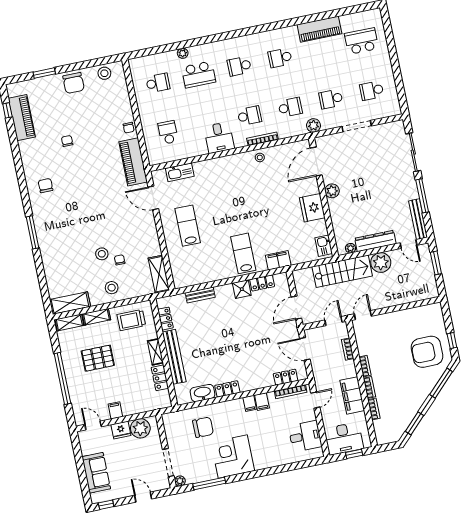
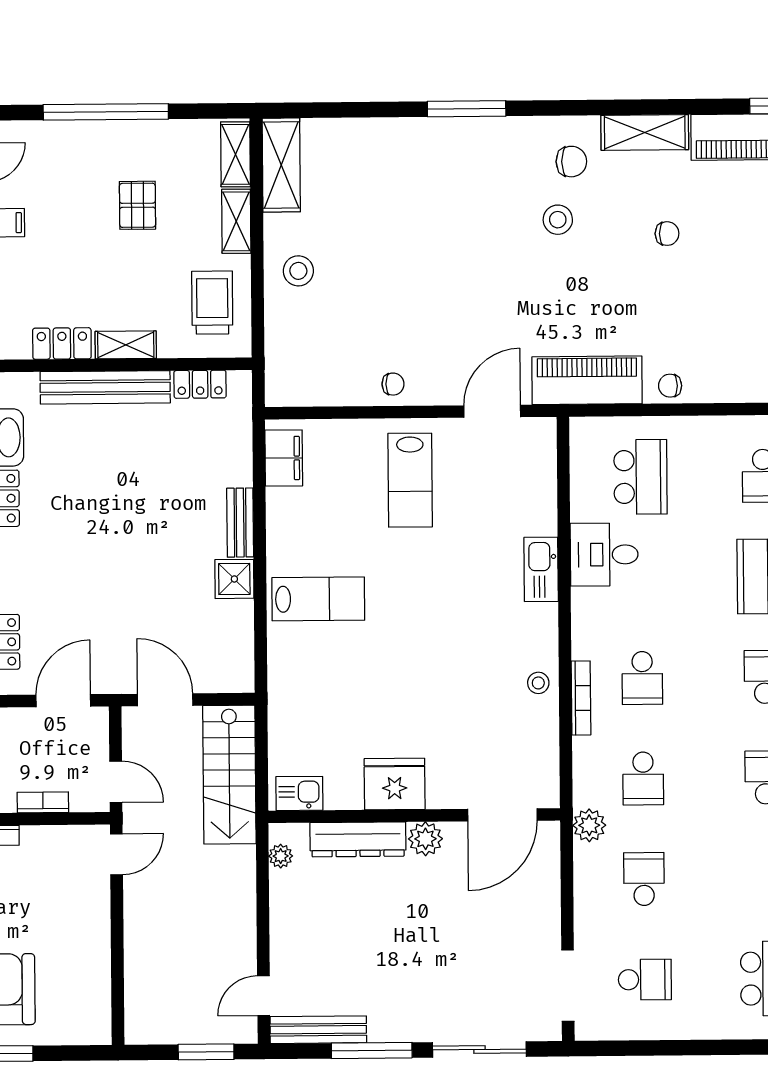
school desk: (372, 91) -> (645, 980), turned 90
doorway: (357, 126) -> (568, 986), moved
school desk: (168, 132) -> (640, 477), width x1.85
desk: (219, 138) -> (604, 555), moved
door: (316, 162) -> (502, 815), swing flipped
kitchen sink: (180, 172) -> (541, 569), moved
lab bench: (188, 226) -> (410, 480), turned 90
dresser: (375, 241) -> (358, 839), moved, turned 90
stool: (102, 254) -> (558, 220), moved
chair: (120, 260) -> (393, 384), moved
filing cabinet: (278, 260) -> (284, 458), moved
plant: (381, 263) -> (233, 921), removed
stairs: (342, 271) -> (229, 775), moved
shelving: (159, 274) -> (645, 132), moved
locker: (262, 283) -> (239, 630), removed
bench: (200, 295) -> (240, 523), moved
door: (363, 315) -> (116, 854), hinge flipped
pallet: (98, 358) -> (137, 205), width x0.67, depth x0.71

